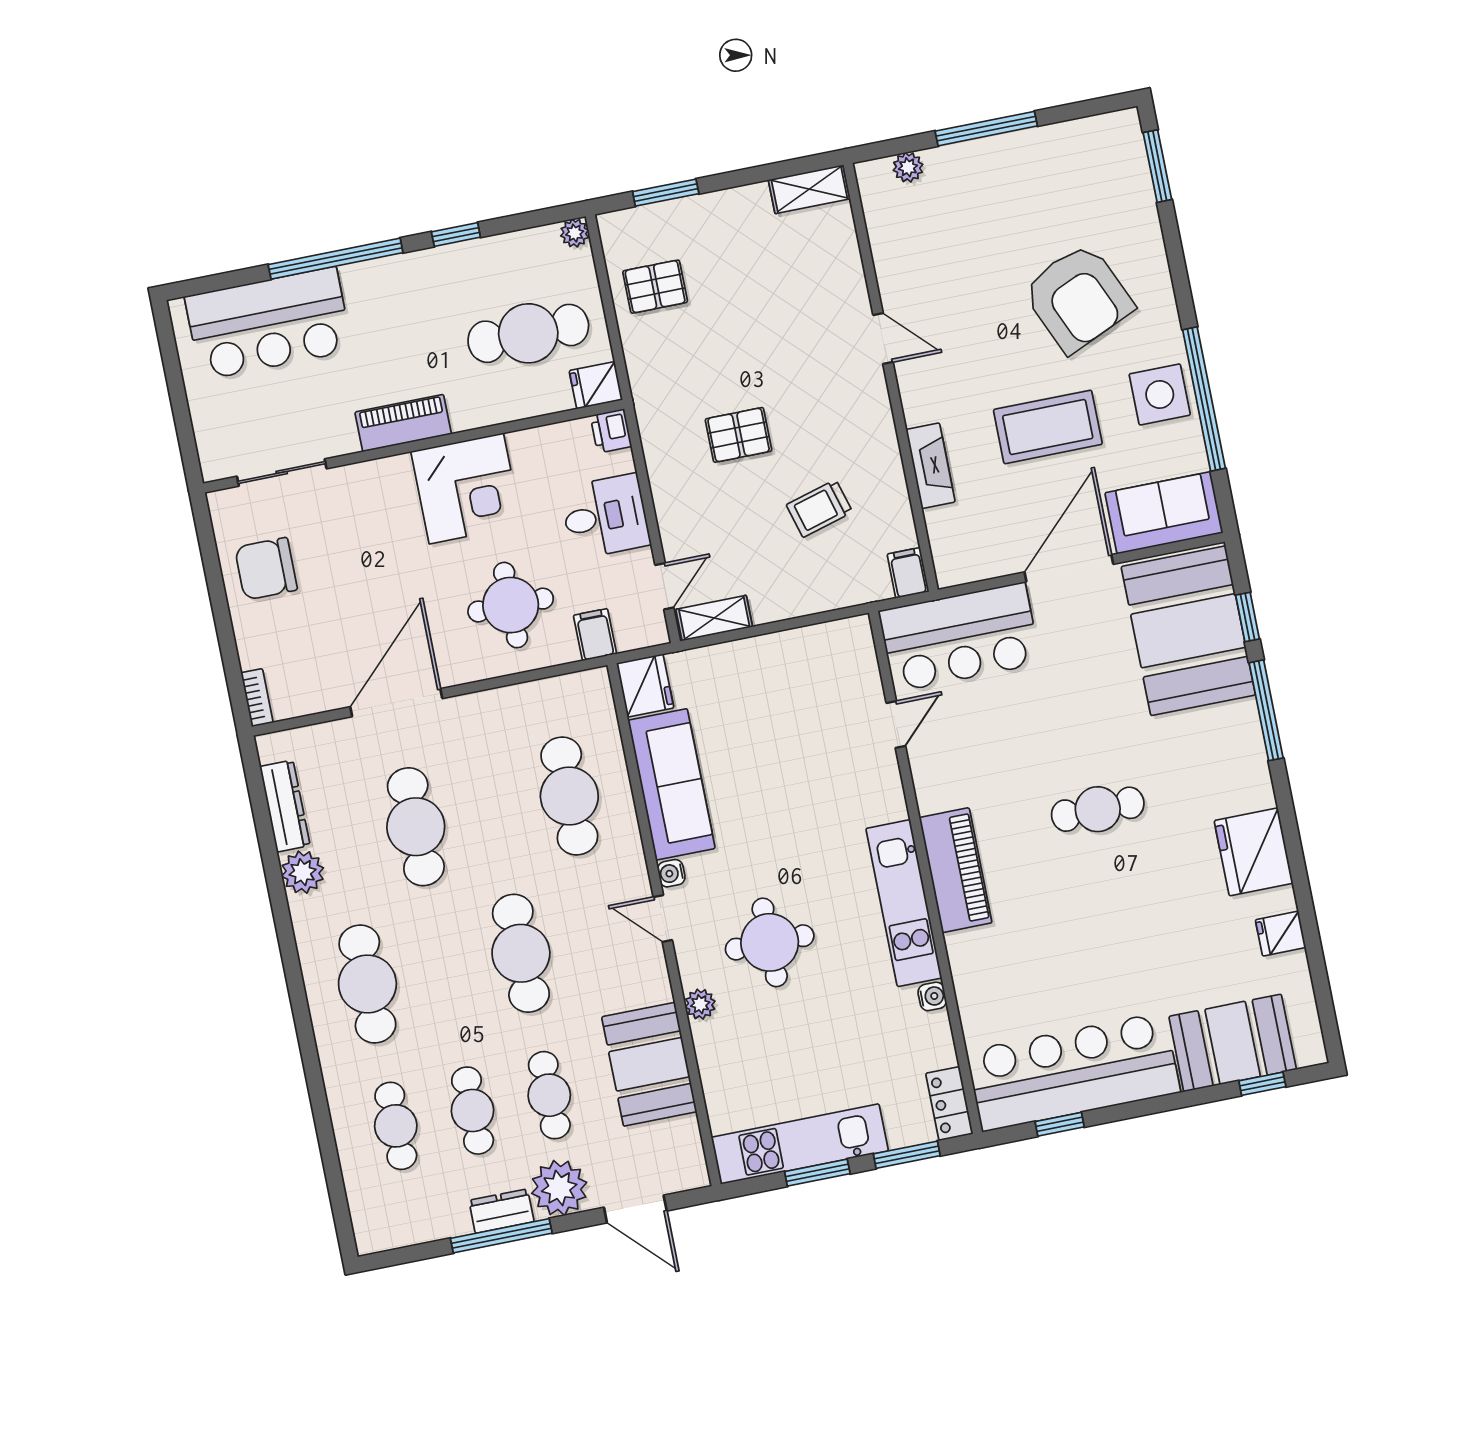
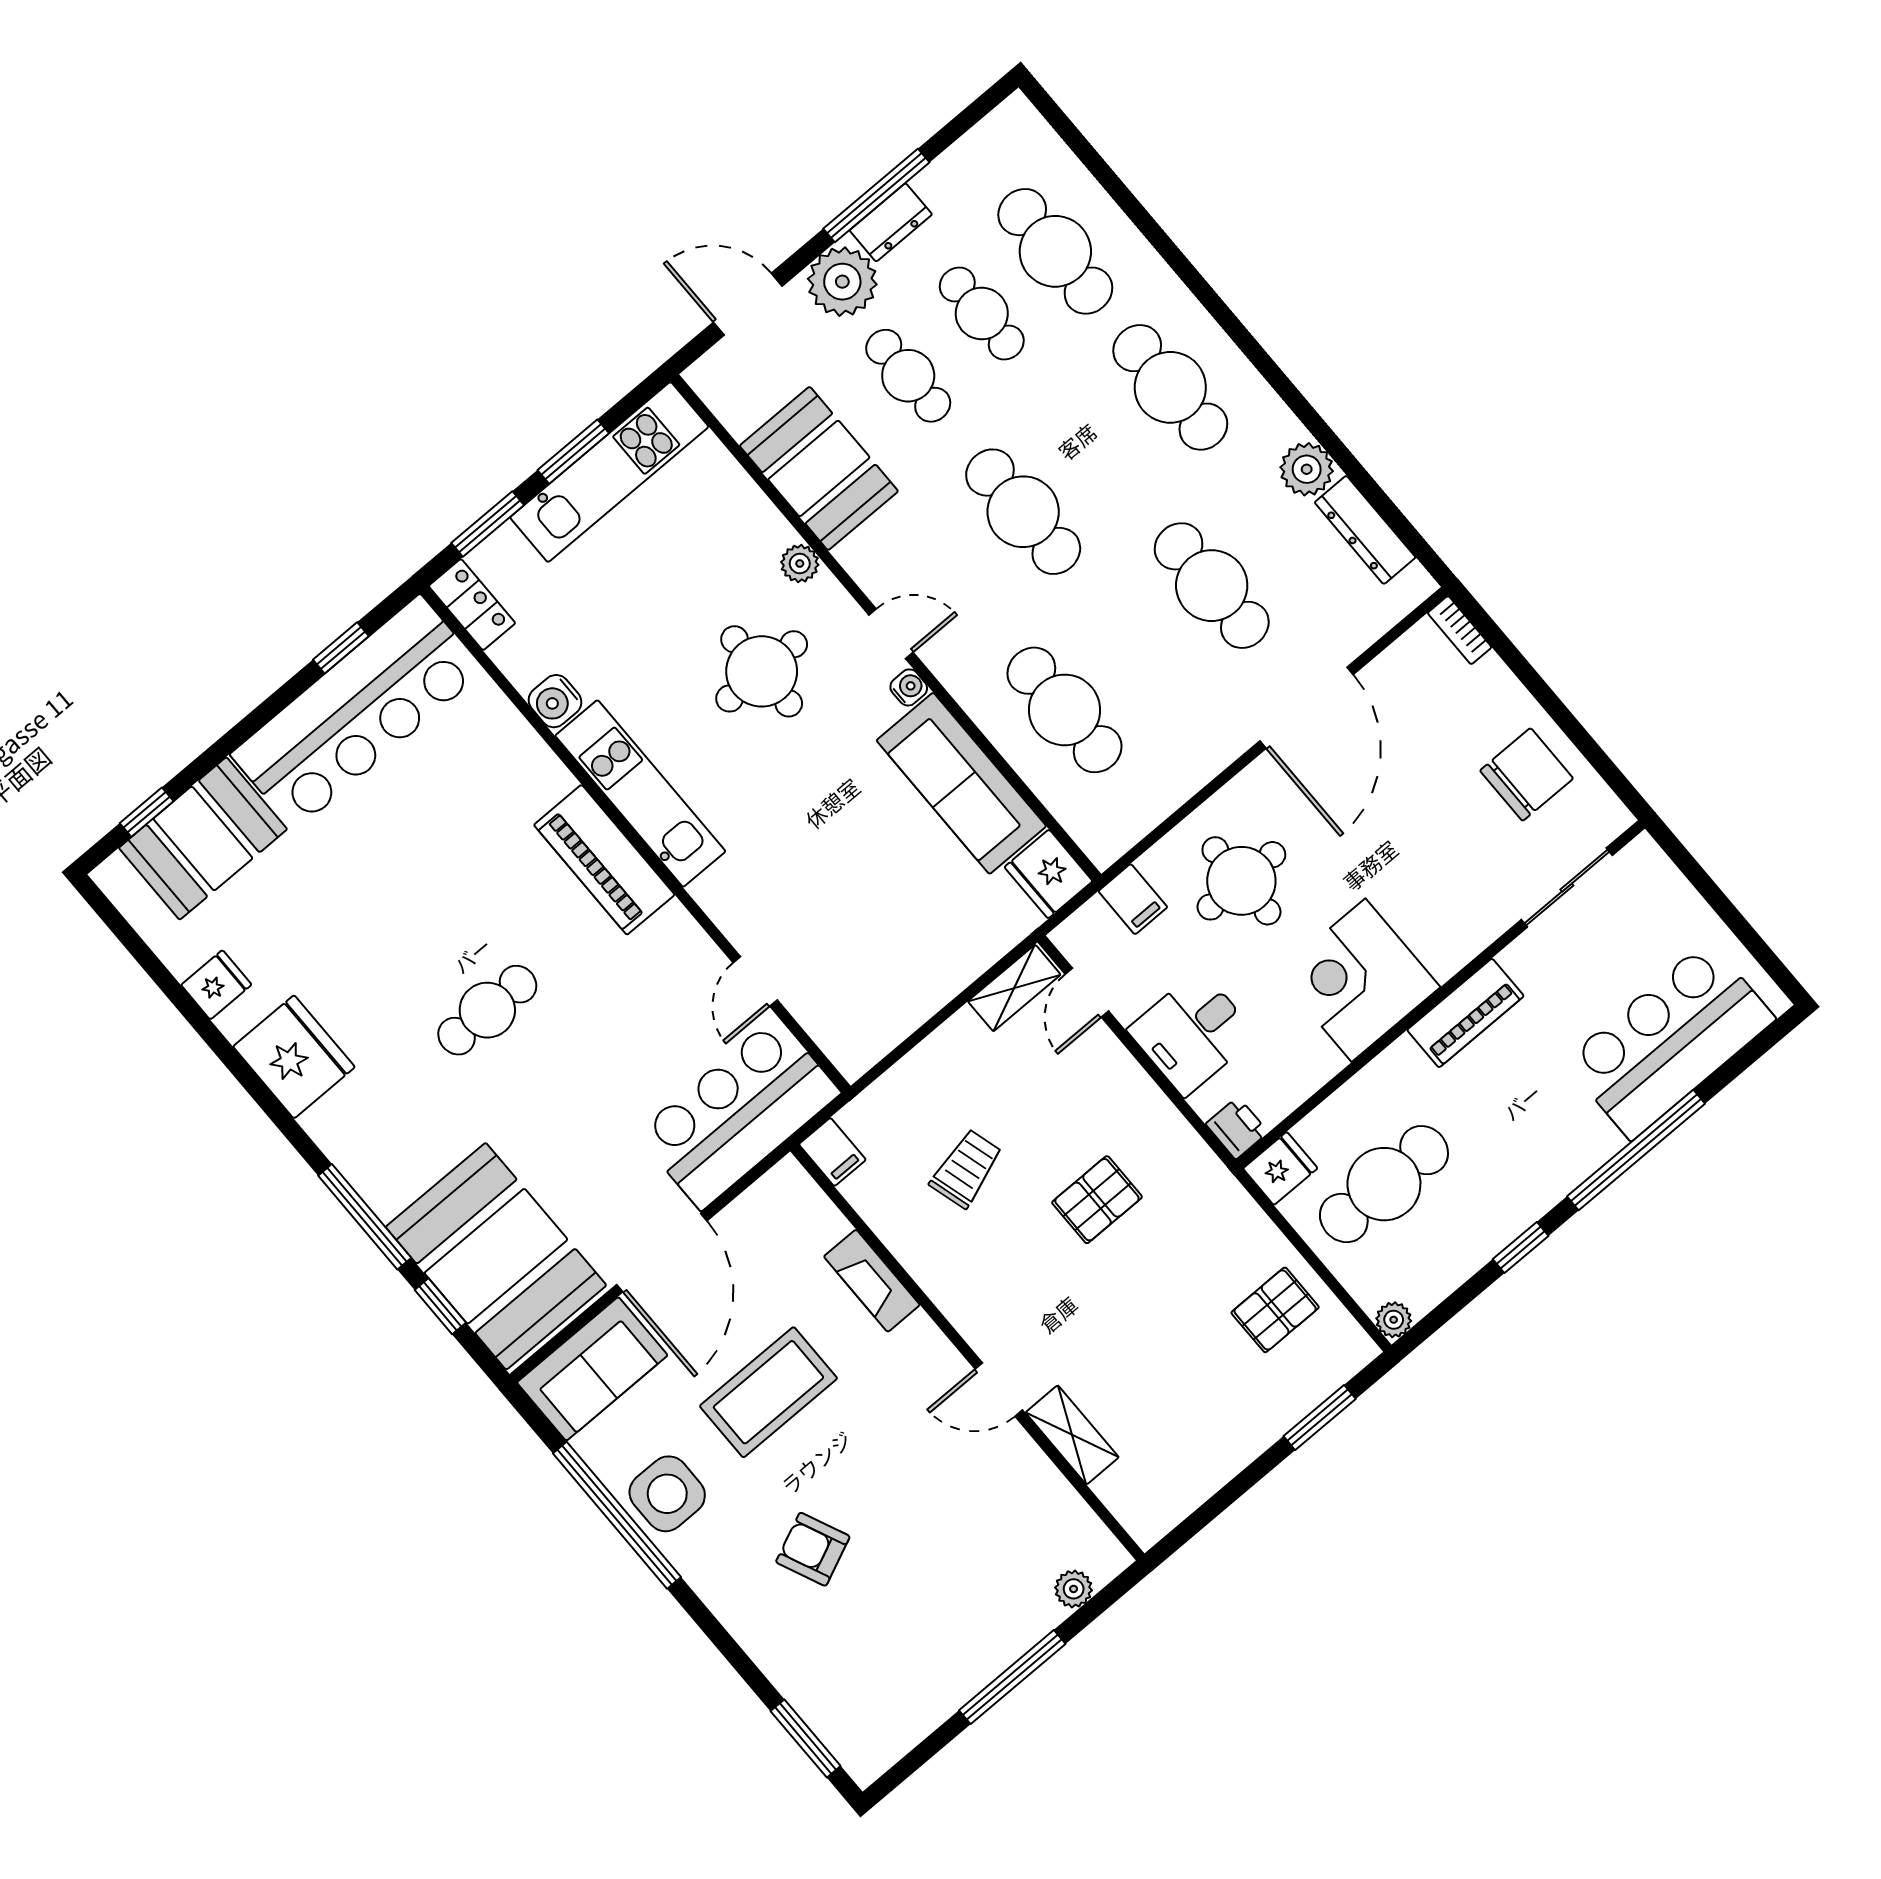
shelving: (809, 189) -> (1072, 1435), moved, turned 90
armchair: (1078, 298) -> (813, 1549), width x0.53, depth x0.53
water cooler: (932, 996) -> (555, 701), width x1.38, depth x1.38
cafe table: (396, 1126) -> (1055, 251), width x1.37, depth x1.35

